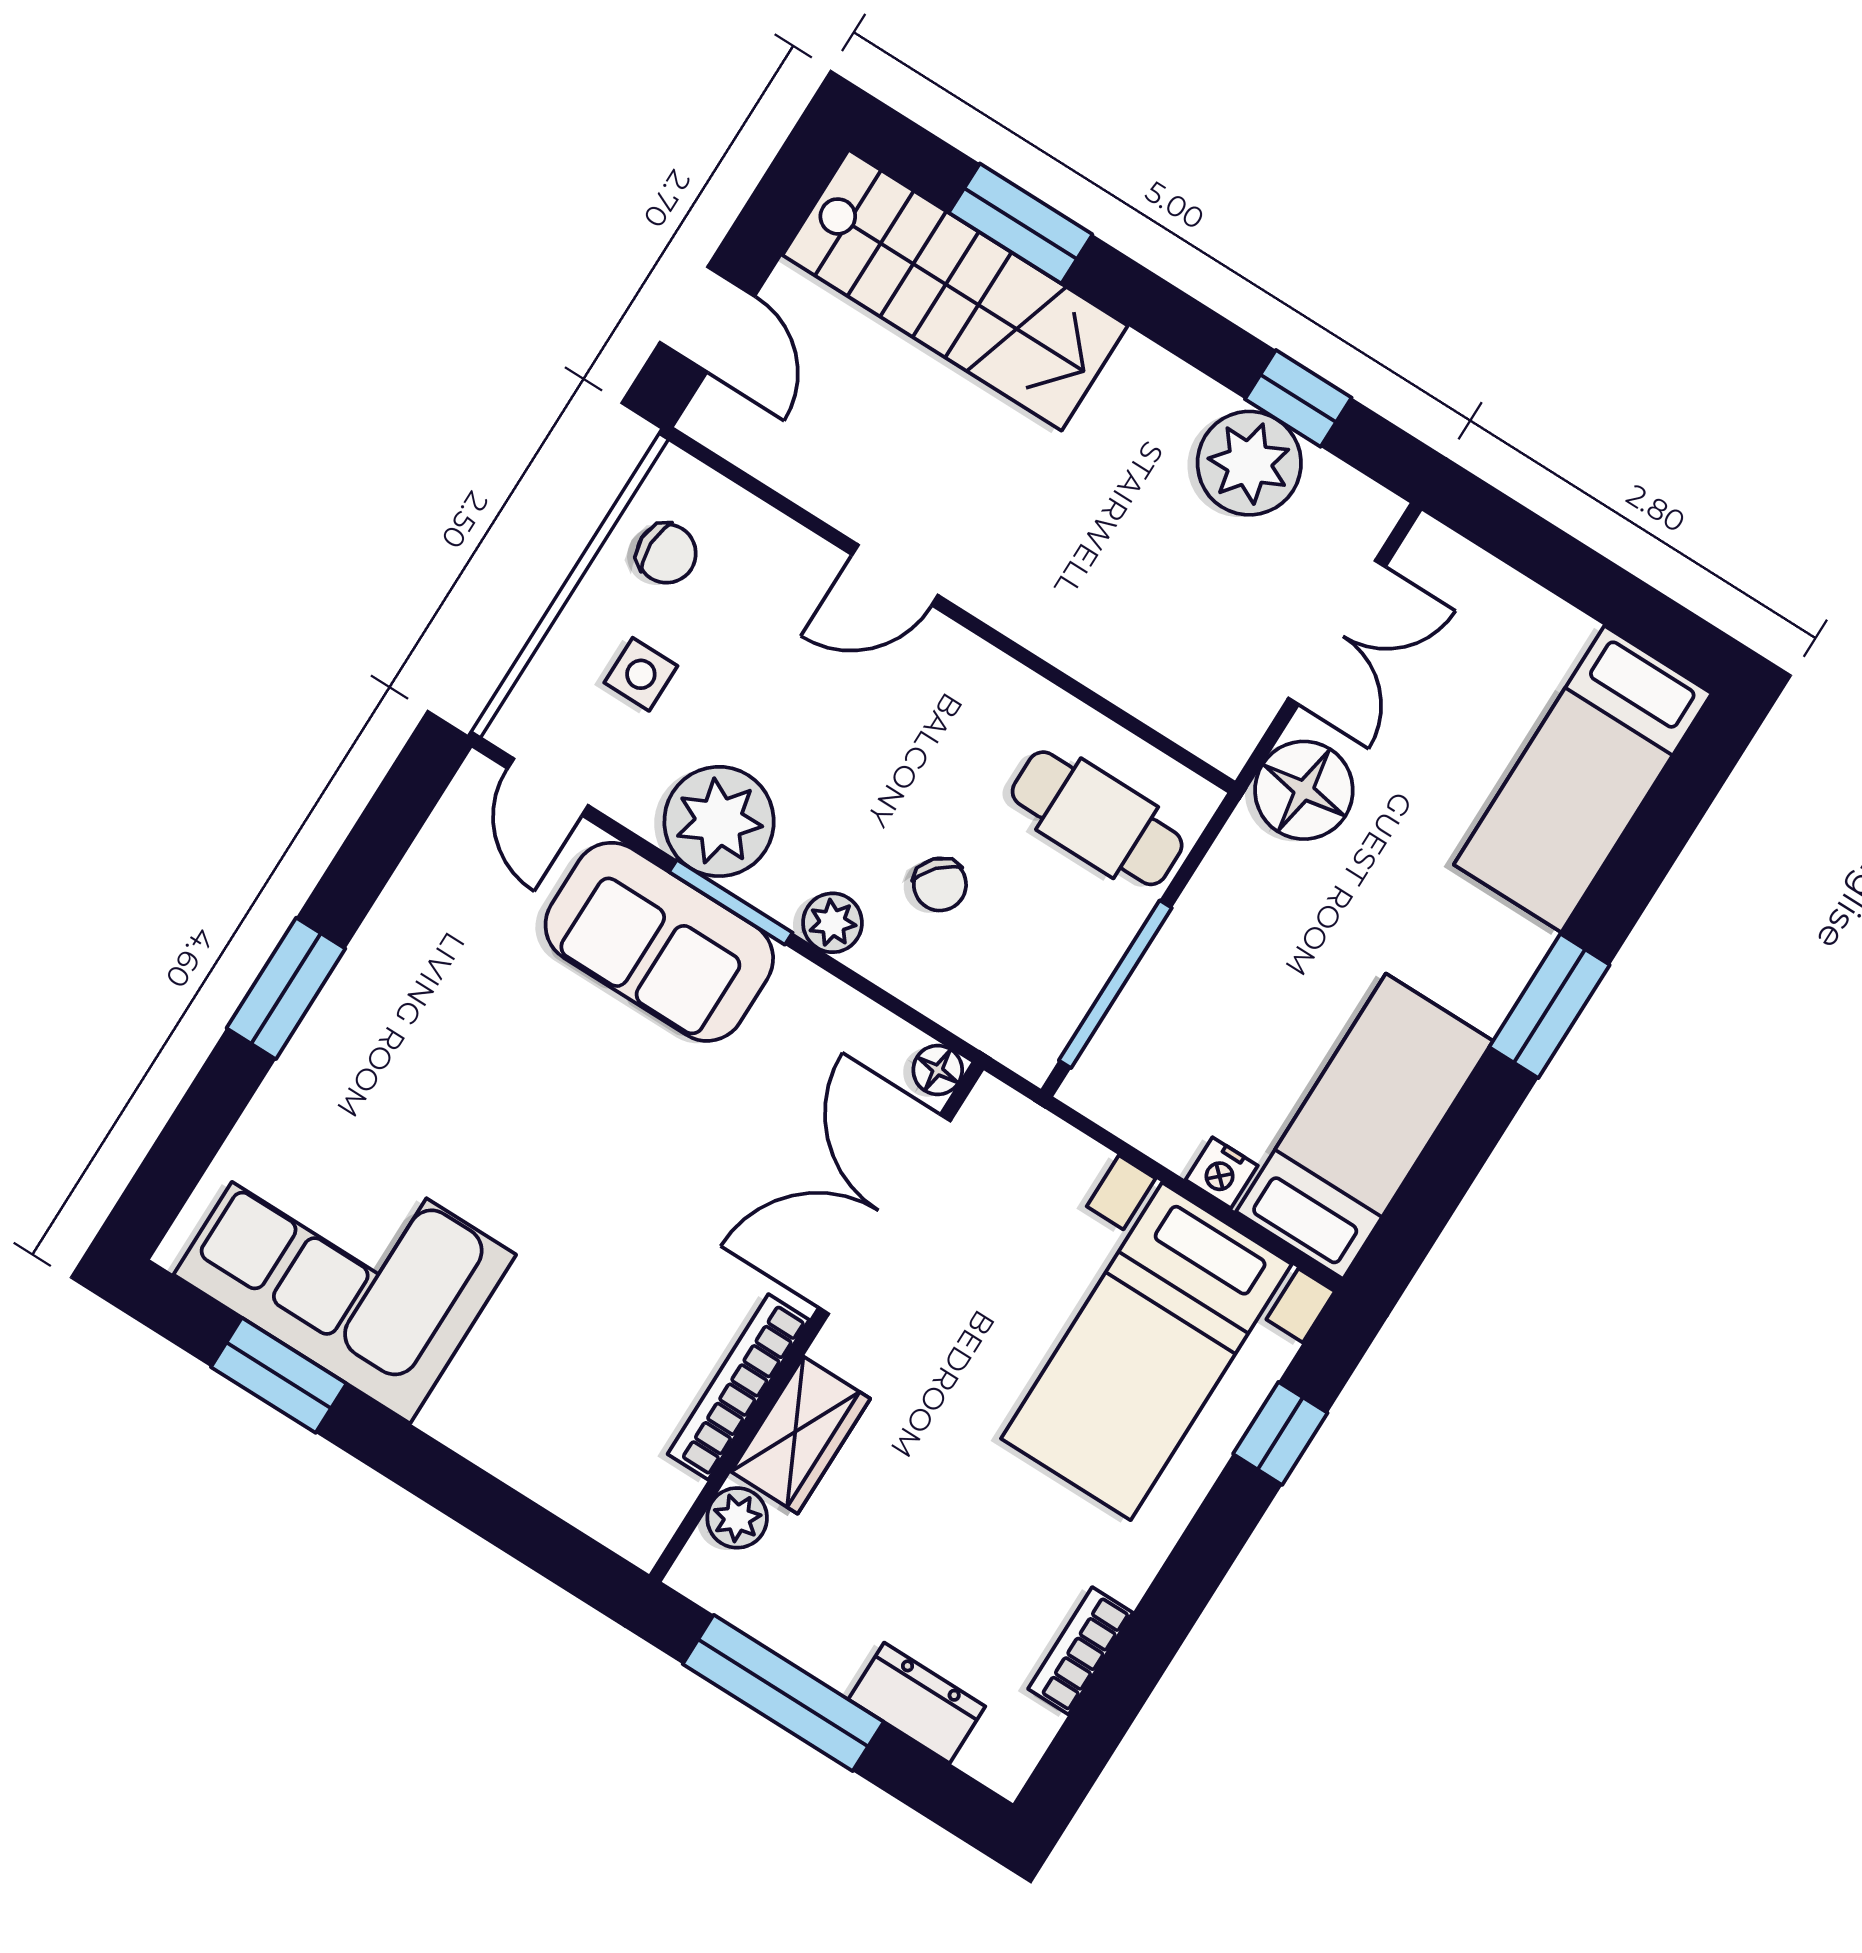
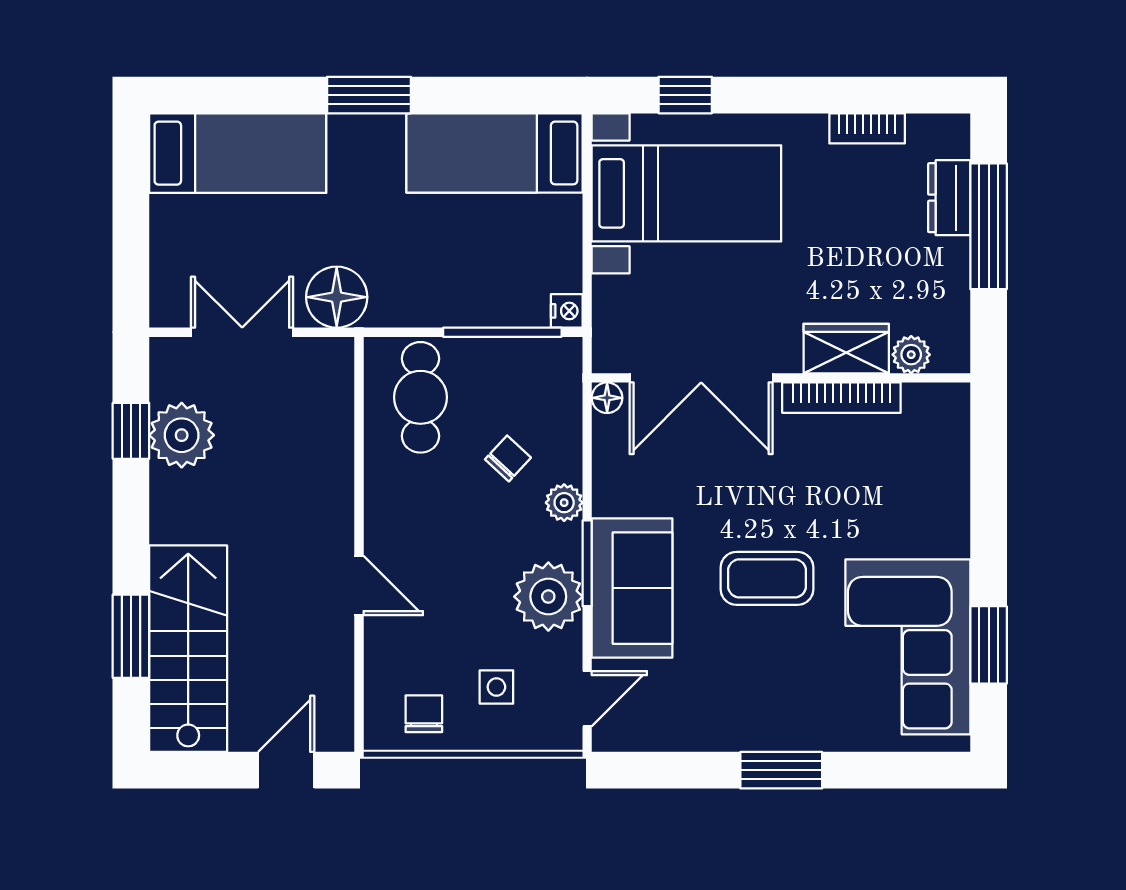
coffee table: (557, 1133) -> (767, 578), added
nightstand: (1222, 1173) -> (567, 311), moved
window: (783, 1693) -> (989, 226), moved

